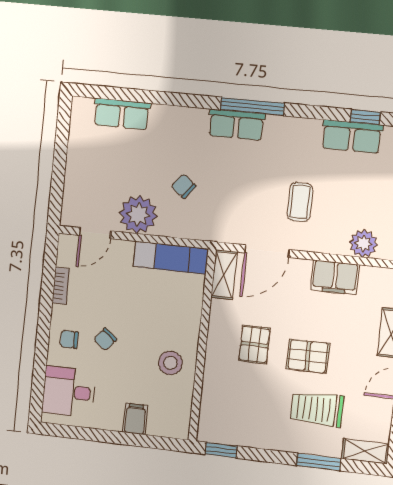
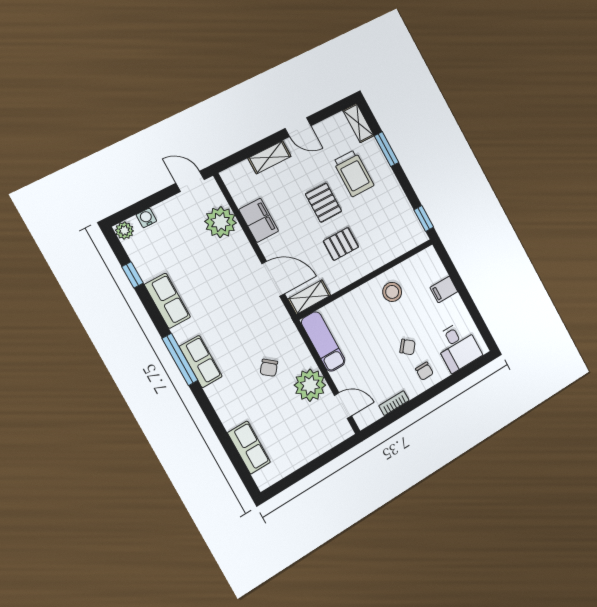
row of seats: (352, 136) -> (167, 301), moved
coffee table: (300, 202) -> (224, 279), removed
plant: (363, 244) -> (221, 222), width x1.36, depth x1.36

